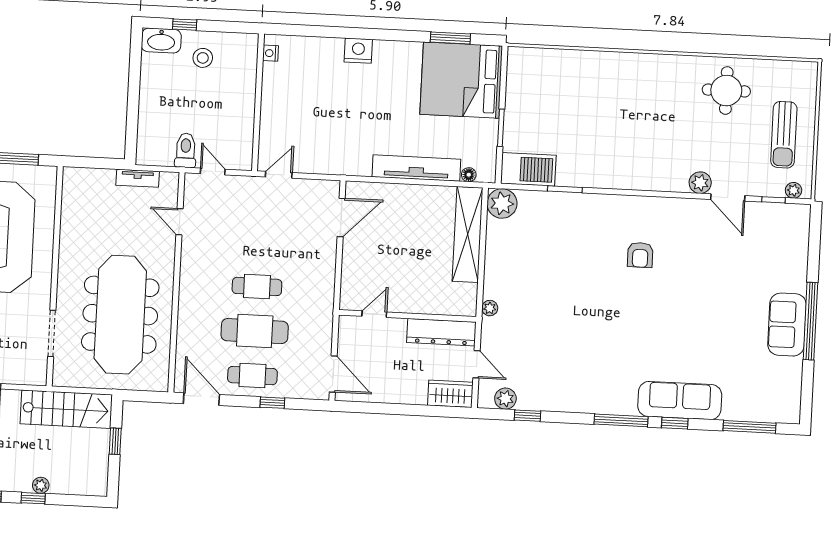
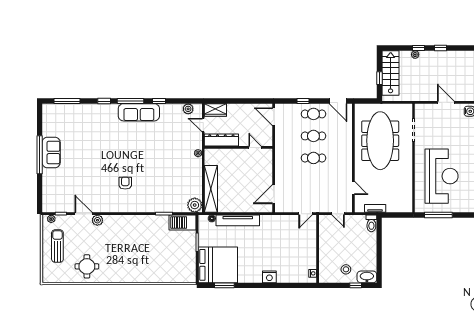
toilet: (186, 150) -> (371, 223), moved
door: (374, 314) -> (255, 147), swing flipped
cafe table: (255, 331) -> (313, 136), width x0.73, depth x0.74
sofa: (680, 401) -> (139, 112), moved
stairs: (66, 409) -> (391, 73), moved, turned 90
window: (528, 416) -> (159, 101), moved

